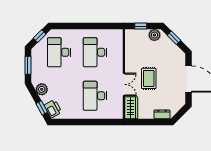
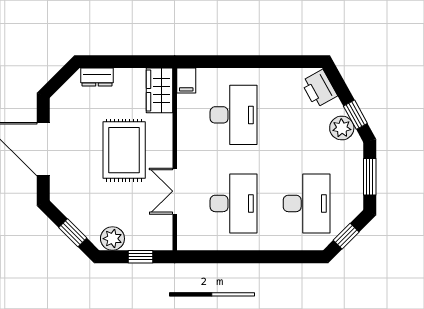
rug: (149, 78) -> (124, 150), width x1.36, depth x1.43
double door: (124, 84) -> (175, 191), moved
window: (42, 108) -> (355, 115), moved
filing cabinet: (118, 113) -> (186, 81), added

